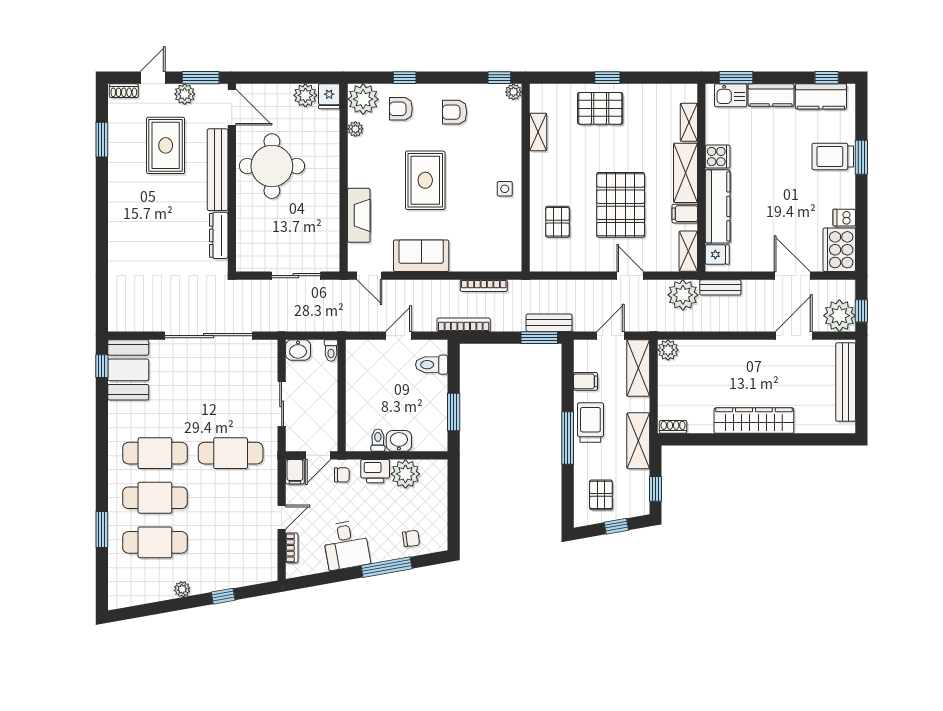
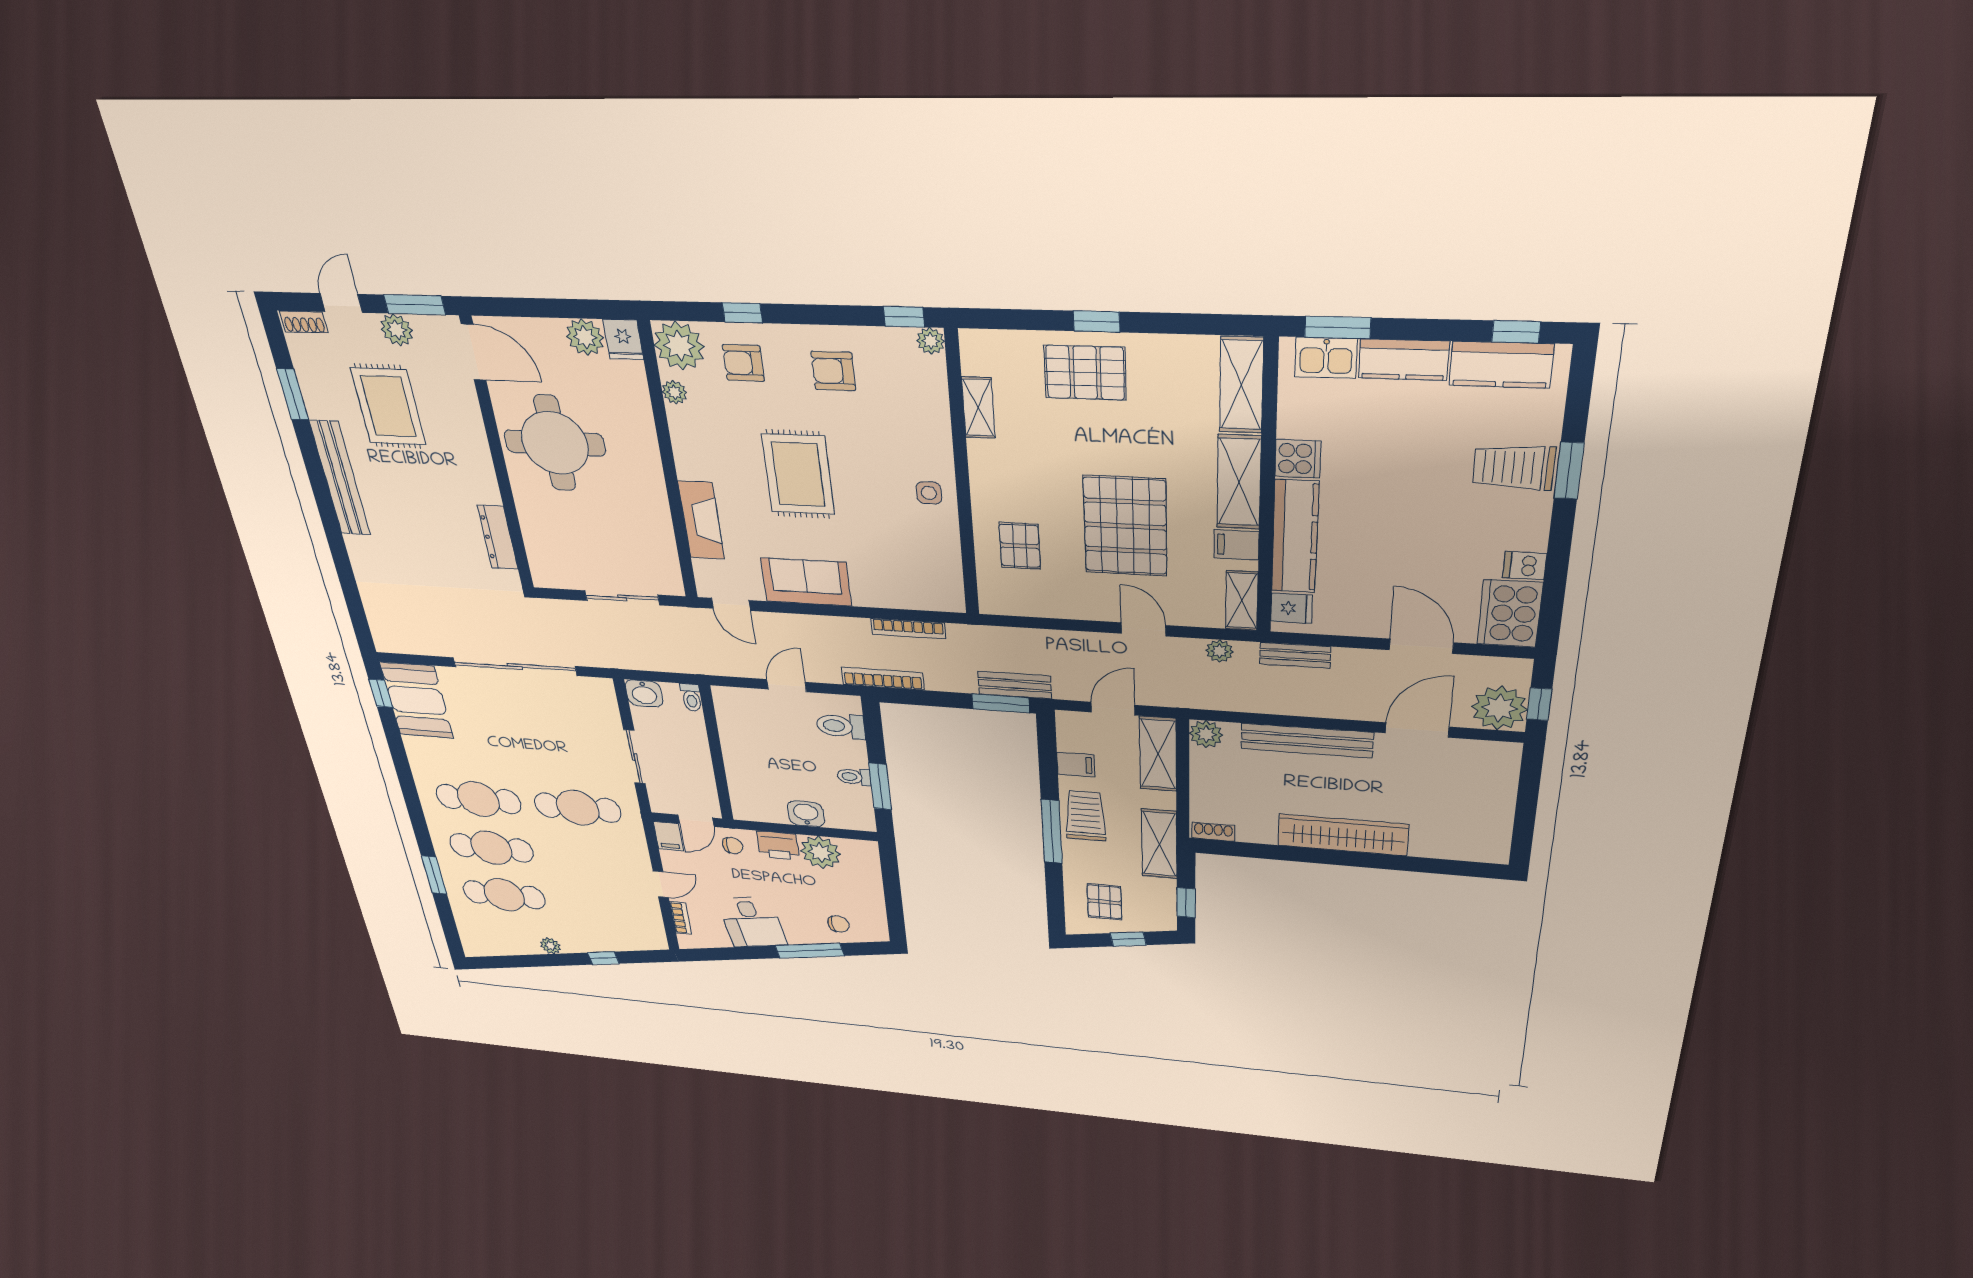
shelving: (689, 122) -> (1241, 385), width x1.50, depth x1.33
bench: (218, 170) -> (340, 478), moved
plant: (683, 295) -> (1220, 651), width x0.53, depth x0.53
bench: (846, 382) -> (1307, 741), moved, turned 90
toilet: (378, 440) -> (854, 777), moved, turned -90

